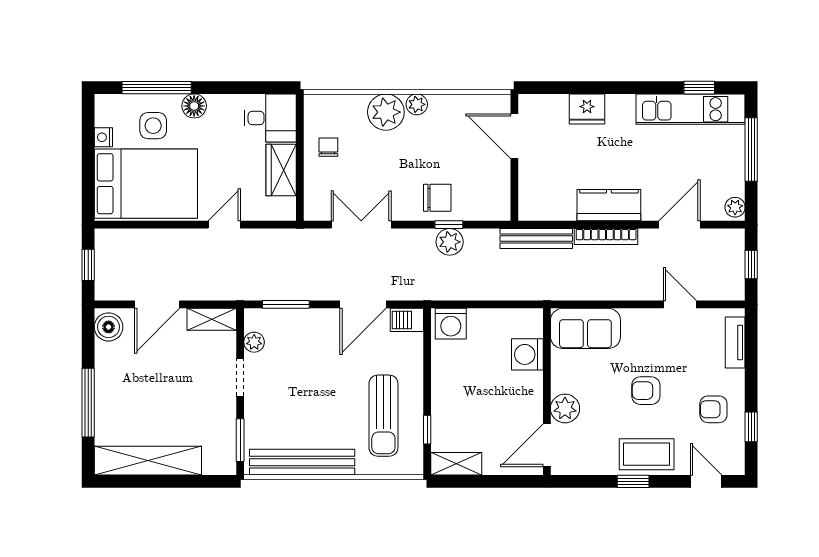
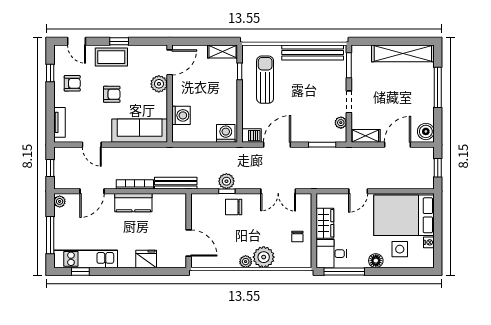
window: (157, 88) -> (344, 271), moved
sofa: (585, 328) -> (140, 131), width x1.36

